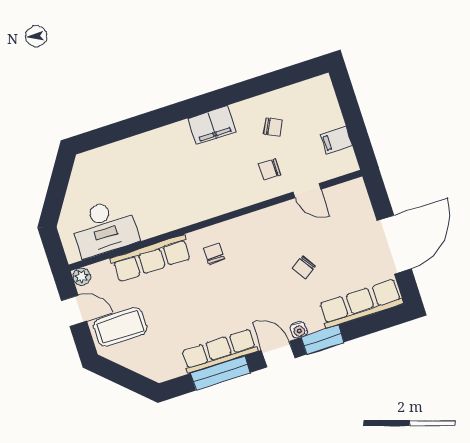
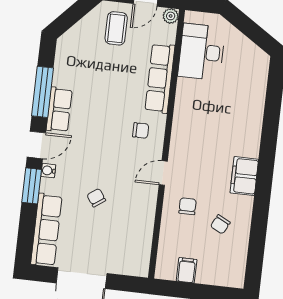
door: (307, 191) -> (163, 173), moved
coffee table: (120, 327) -> (116, 28), width x0.73, depth x0.77
row of seats: (219, 351) -> (59, 110), width x0.68

